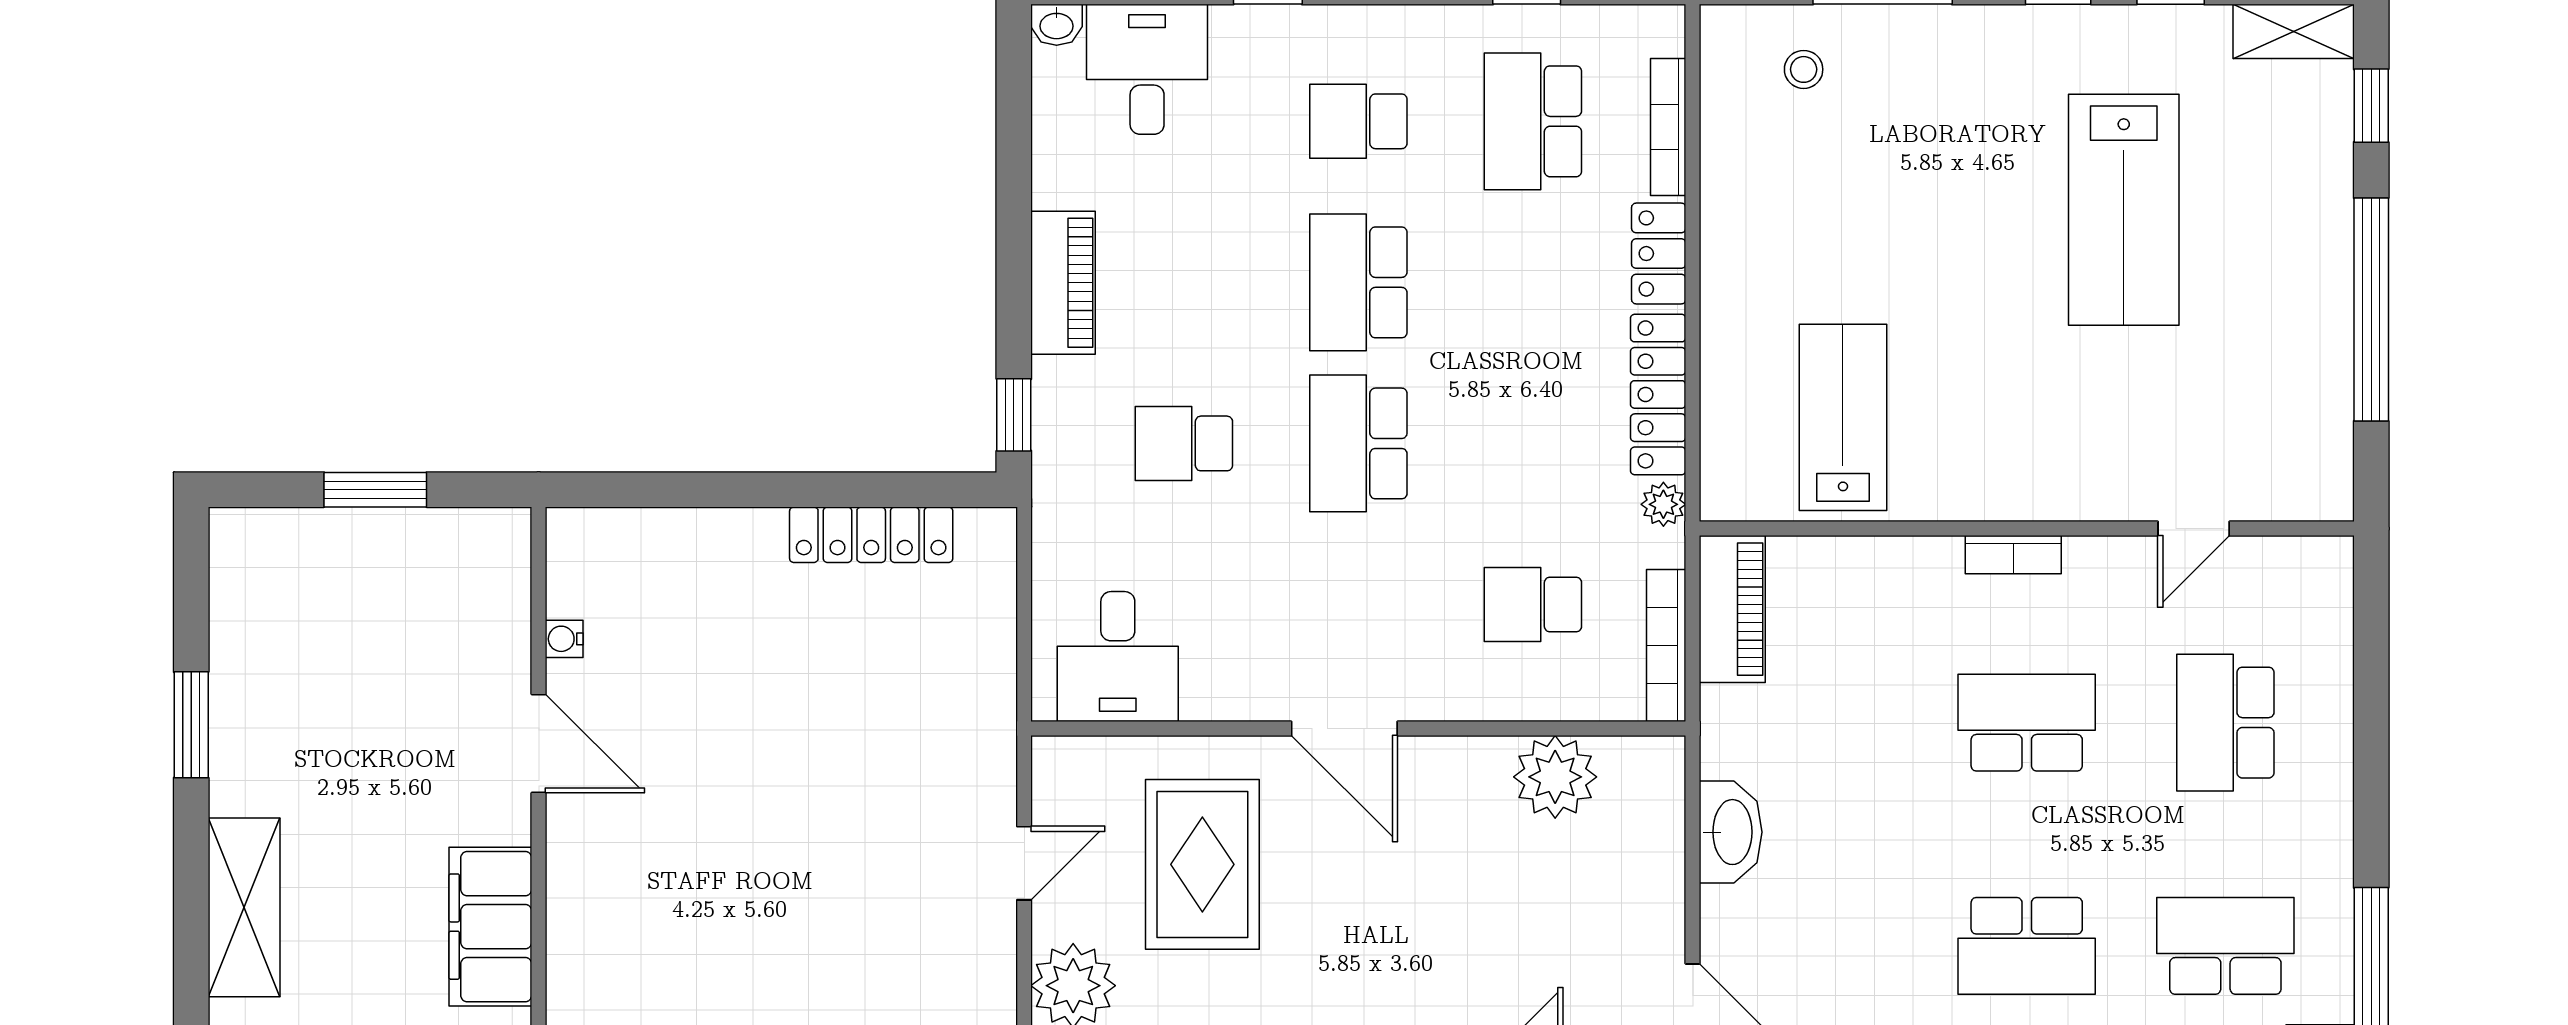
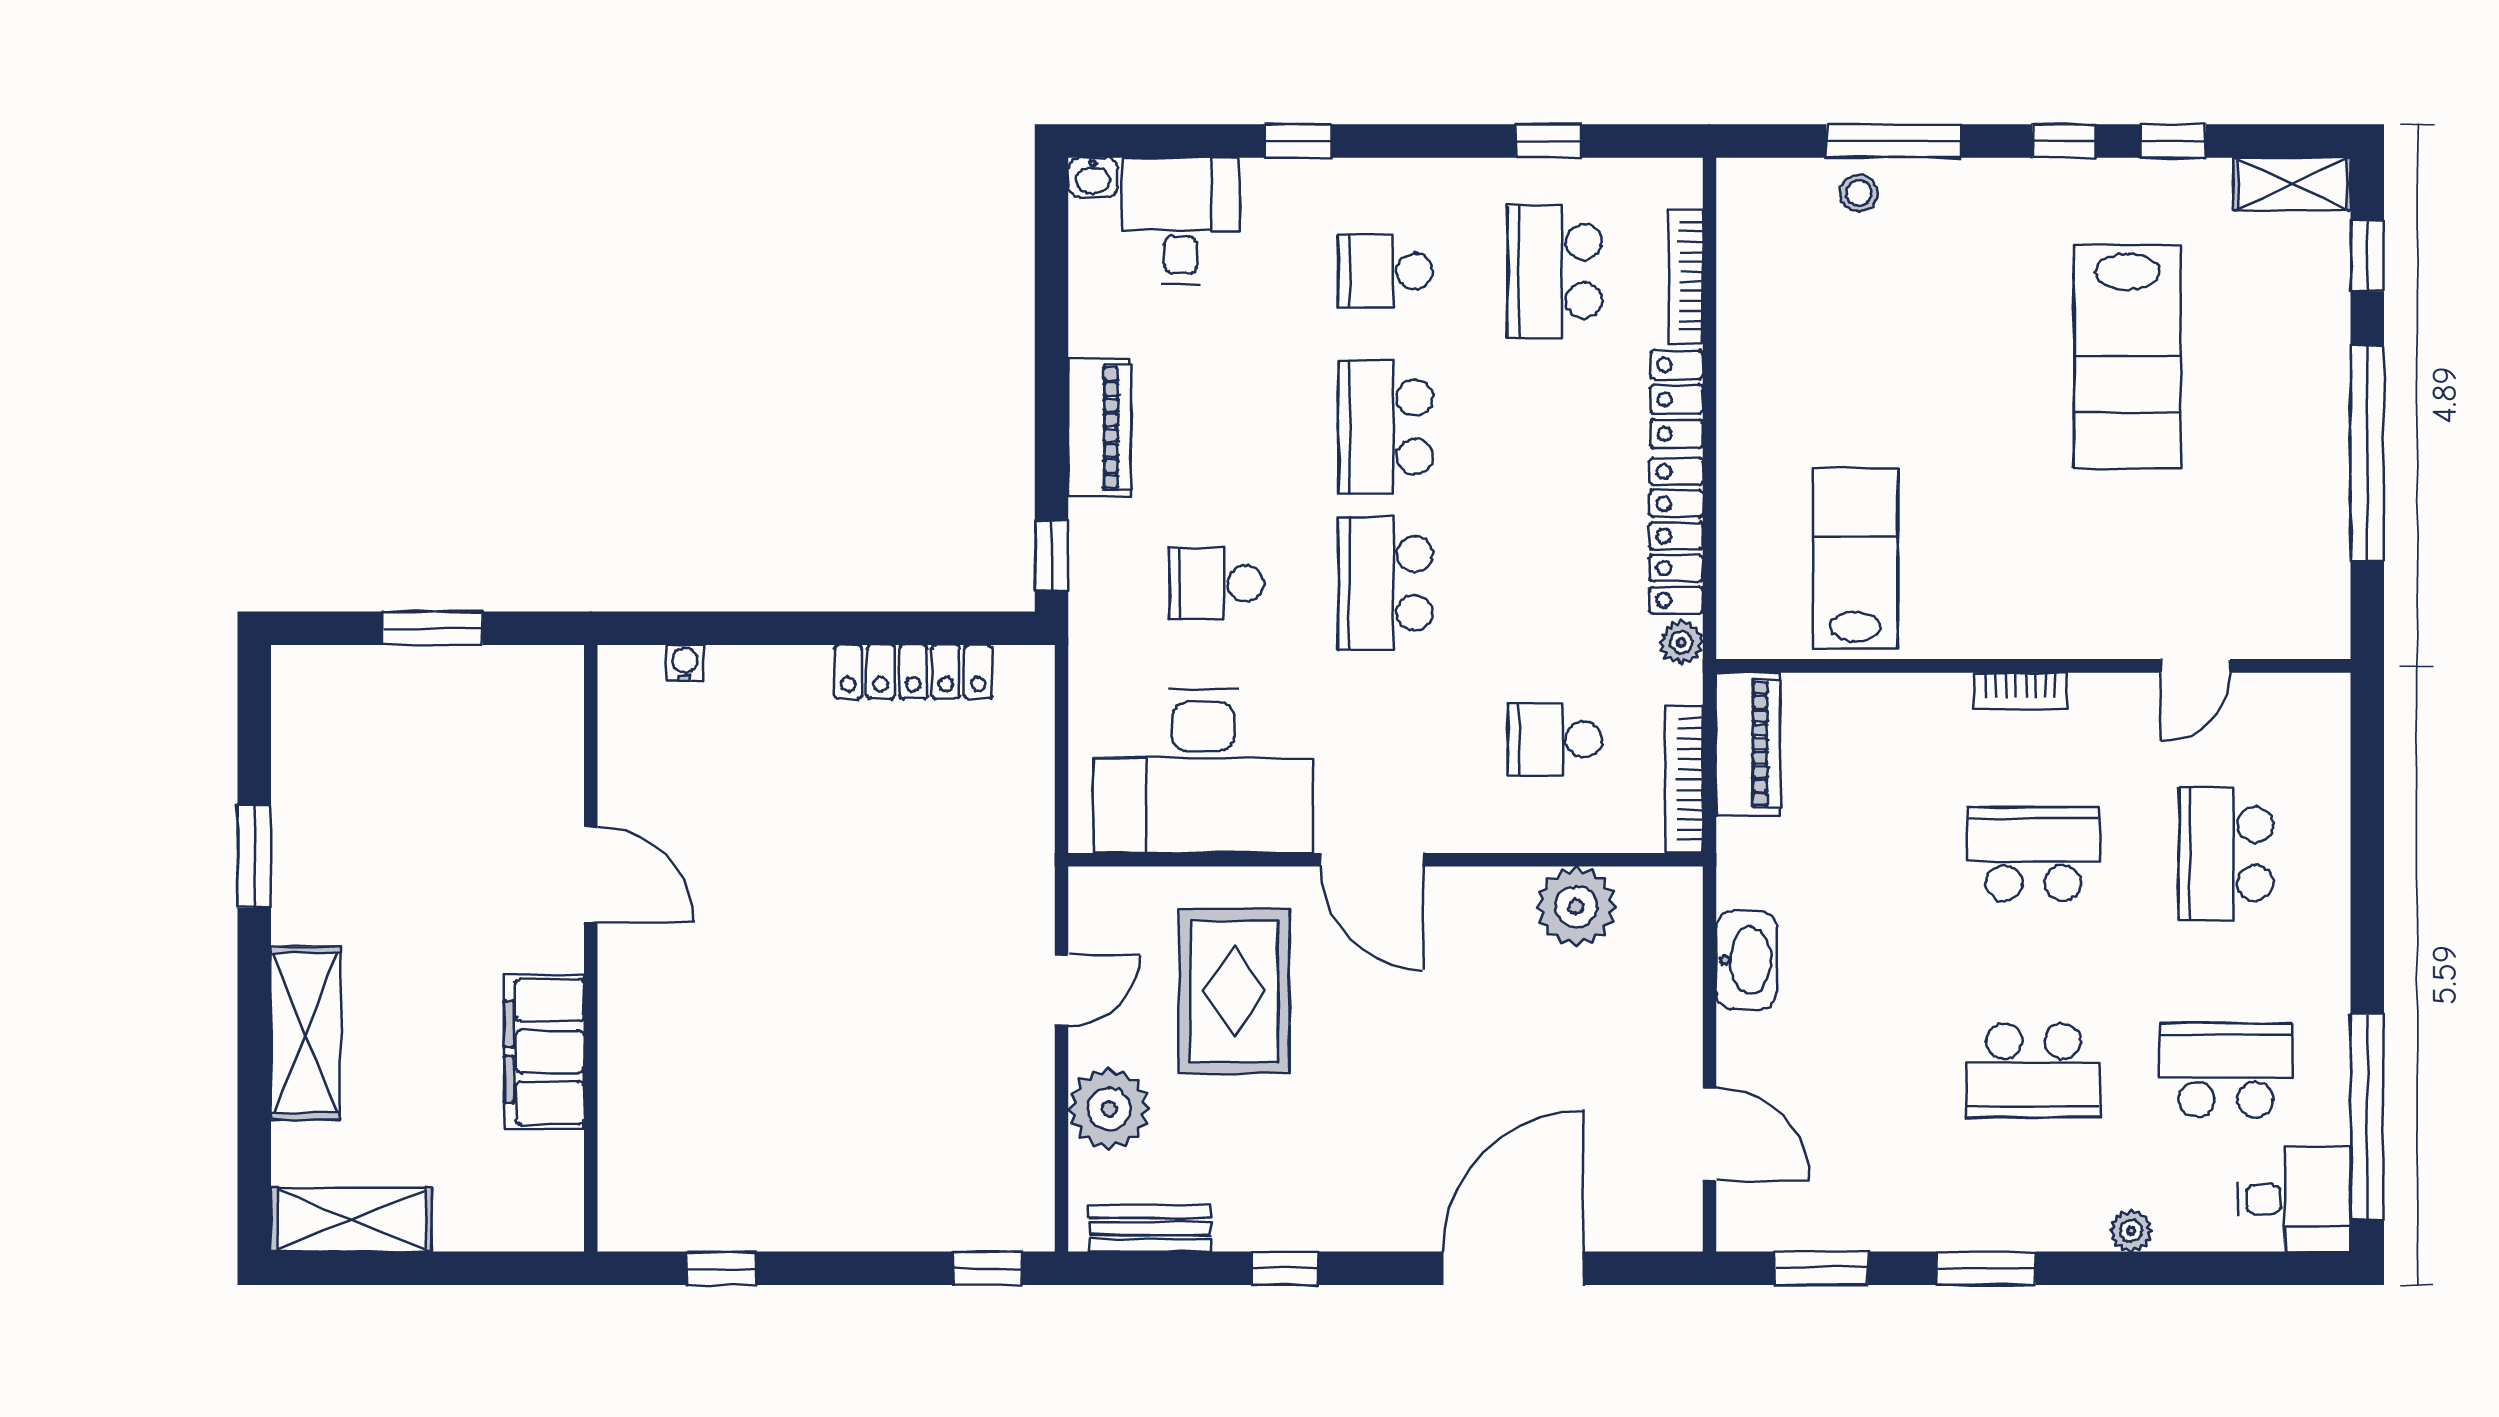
stool: (1804, 69) -> (1859, 193), moved
water cooler: (564, 639) -> (685, 663), moved, turned 90
desk: (1118, 657) -> (1203, 771), width x1.87, depth x1.30

